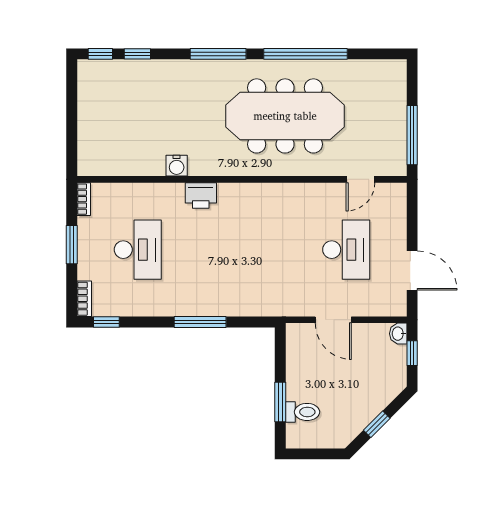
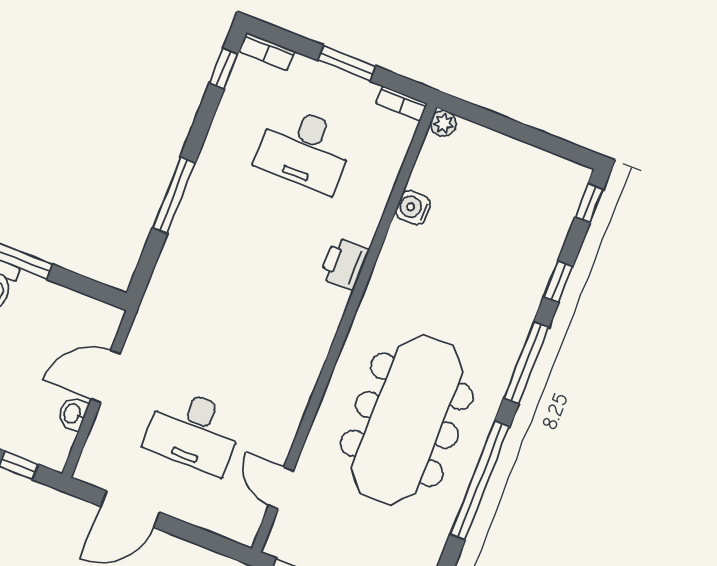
window: (137, 54) -> (558, 281), moved
water cooler: (177, 166) -> (413, 208), moved
plant: (86, 167) -> (443, 123), added
washbasin: (398, 334) -> (73, 414), moved, turned -90

